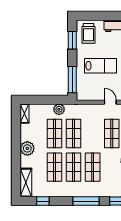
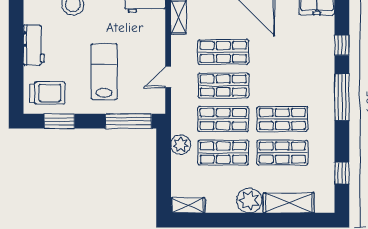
door: (110, 102) -> (168, 77), moved
shop shelf: (93, 167) -> (223, 85), moved
shelving: (26, 183) -> (289, 203), moved

